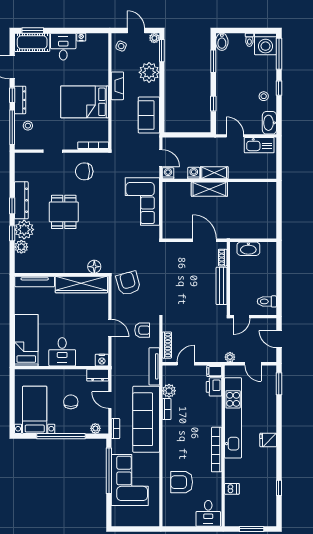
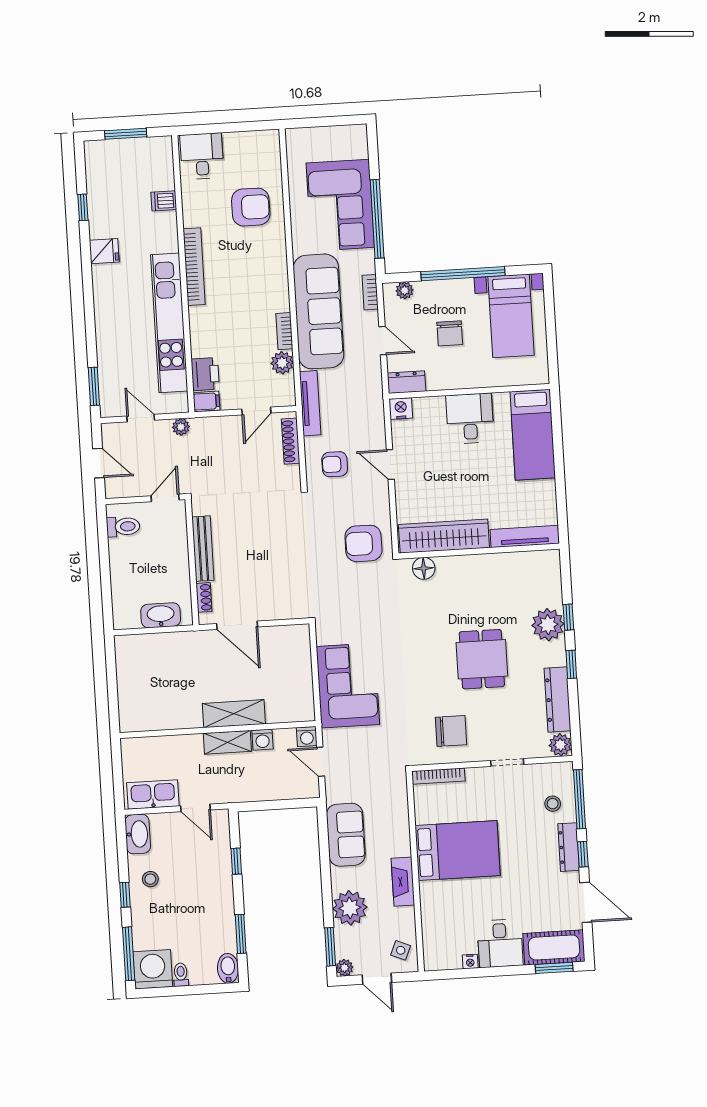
dresser: (21, 200) -> (558, 700), moved
plant: (21, 247) -> (560, 745), moved
armchair: (128, 283) -> (363, 543), turned 105
fridge: (268, 440) -> (104, 251), moved

